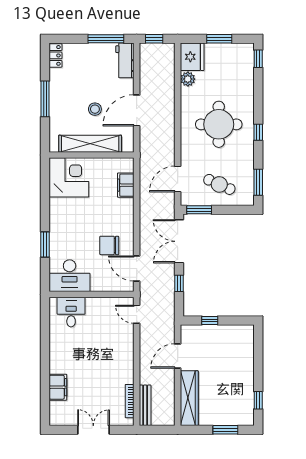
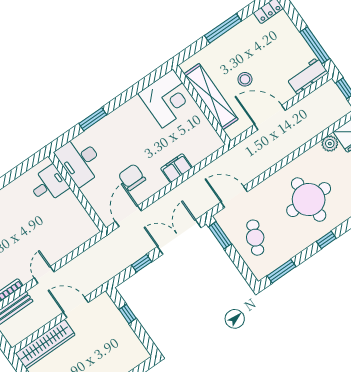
filing cabinet: (126, 185) -> (176, 168), moved
door: (137, 314) -> (44, 275), moved

